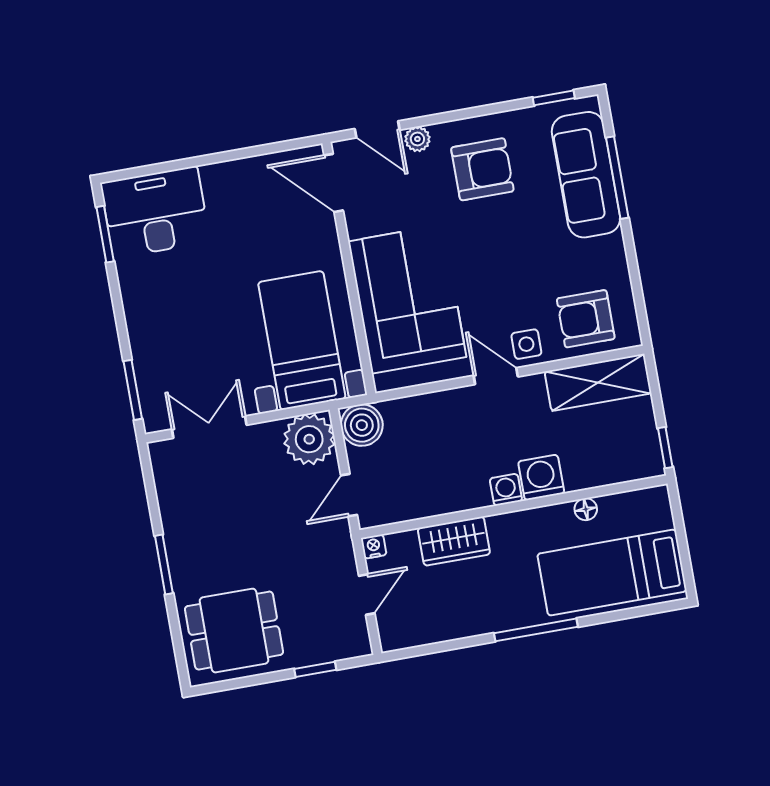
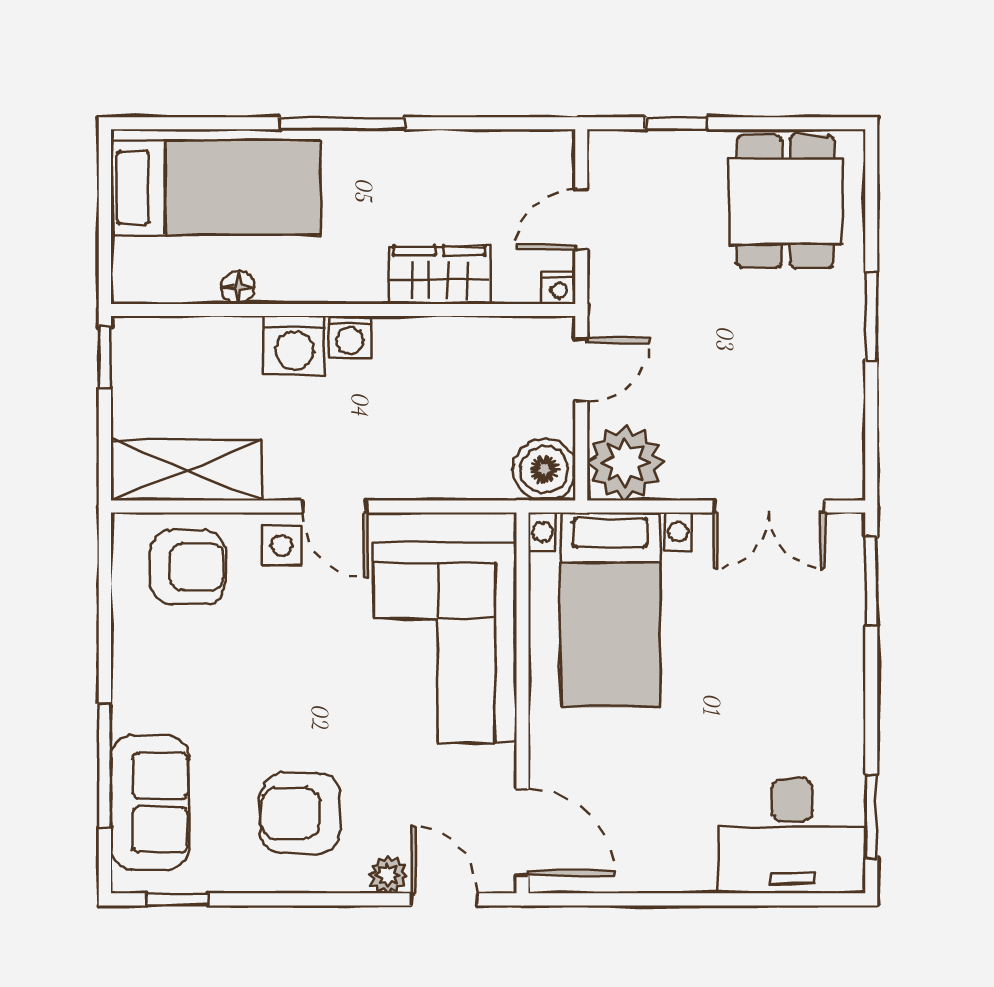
sofa: (586, 175) -> (150, 803), width x0.73
dining table: (234, 631) -> (786, 201), turned 90

